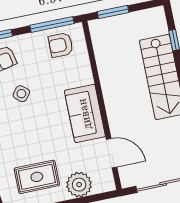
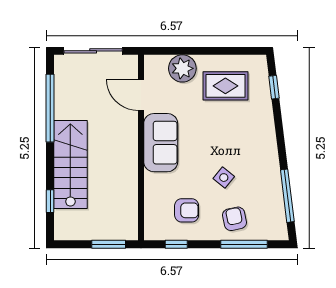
window: (52, 24) -> (176, 244), width x0.46
armchair: (61, 45) -> (187, 210), moved

